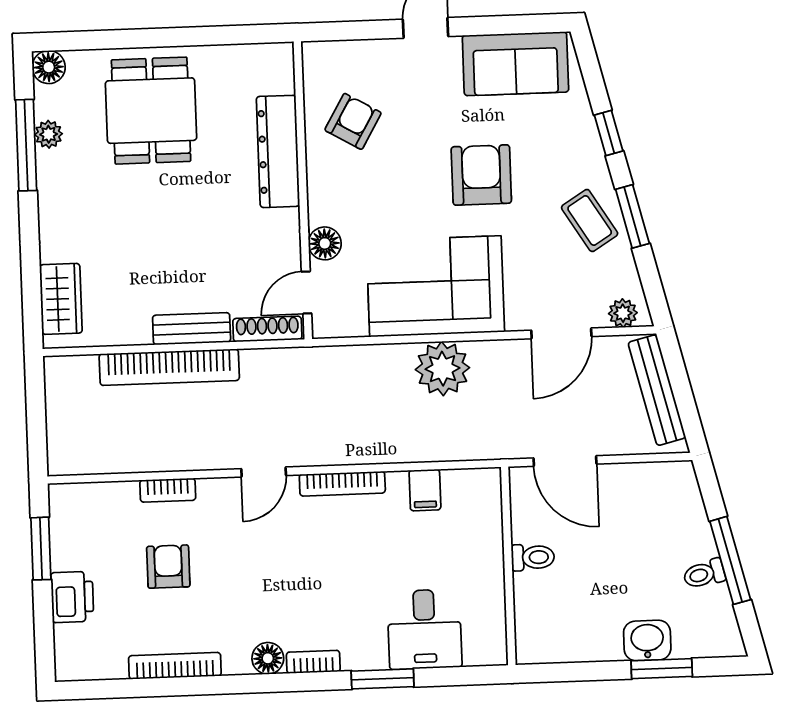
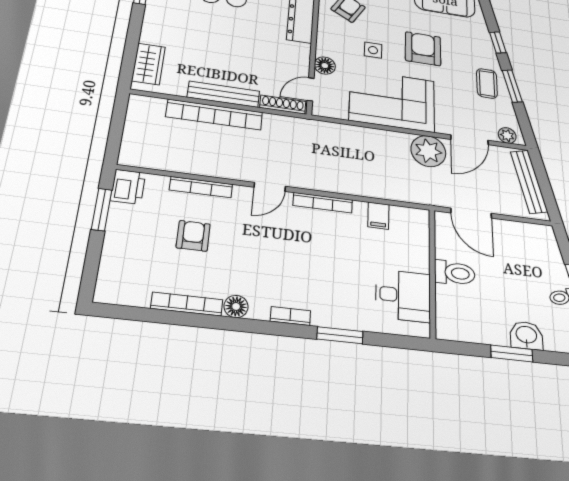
side table: (399, 196) -> (373, 50), added
coffee table: (590, 220) -> (487, 83), turned 32
bench: (192, 329) -> (224, 94), width x1.36
plant: (442, 369) -> (428, 151), moved
bookcase: (168, 490) -> (201, 187), width x1.56
toilet: (533, 557) -> (455, 273), width x1.37, depth x1.39
printer: (72, 597) -> (128, 187), moved
desk: (425, 629) -> (403, 296), moved, turned -90
floor lamp: (268, 658) -> (236, 306), moved
window: (662, 669) -> (512, 353), moved

